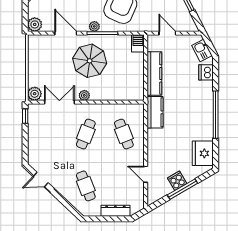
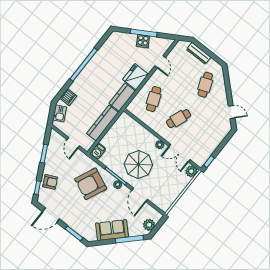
plant: (35, 24) -> (149, 225), moved
fridge: (203, 153) -> (136, 77), moved, turned 180

